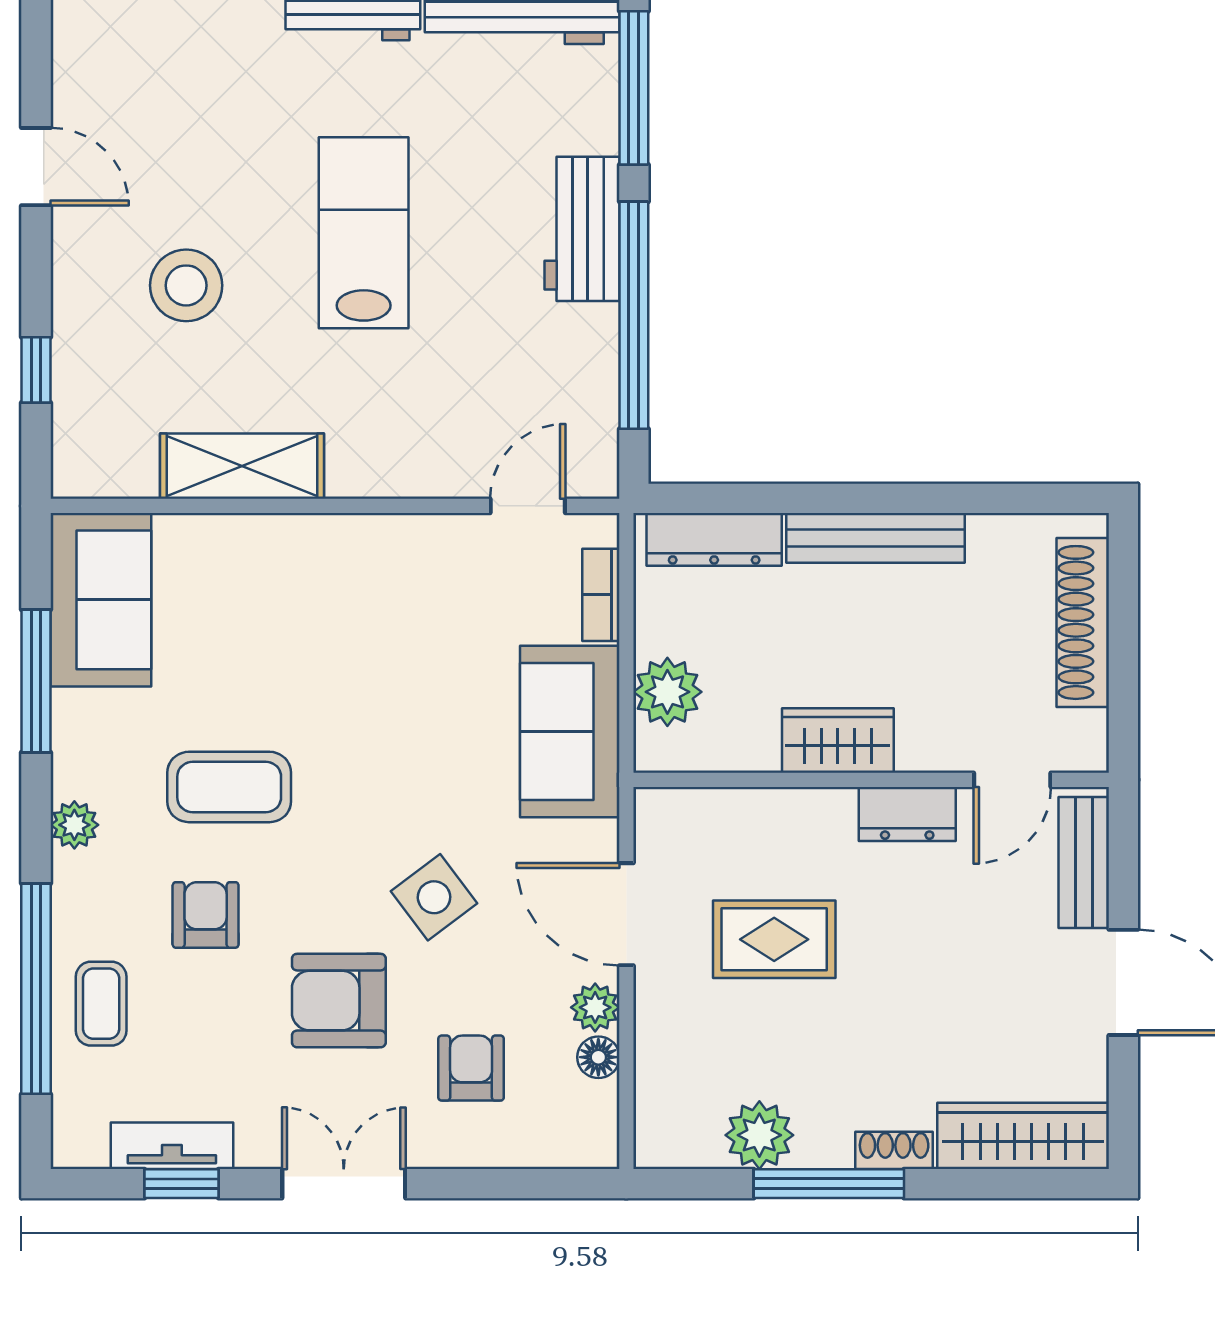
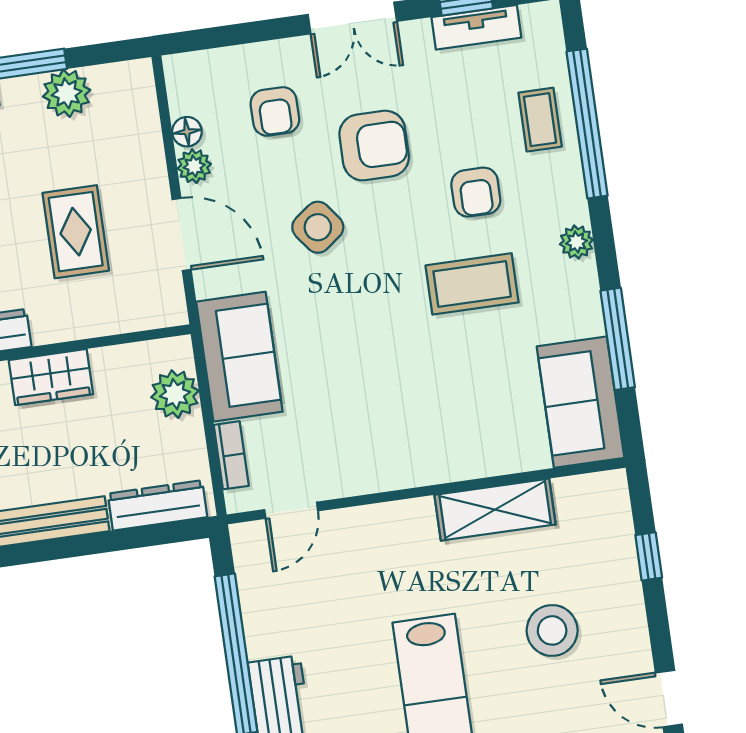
rug: (774, 939) -> (76, 232), turned 90

